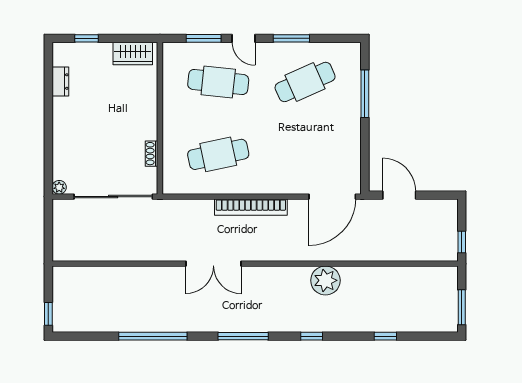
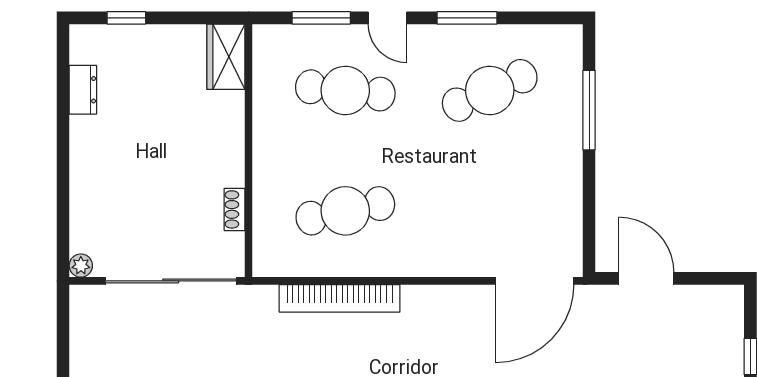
wardrobe: (133, 53) -> (226, 57), moved, turned 90
bookcase: (251, 207) -> (340, 298), moved

